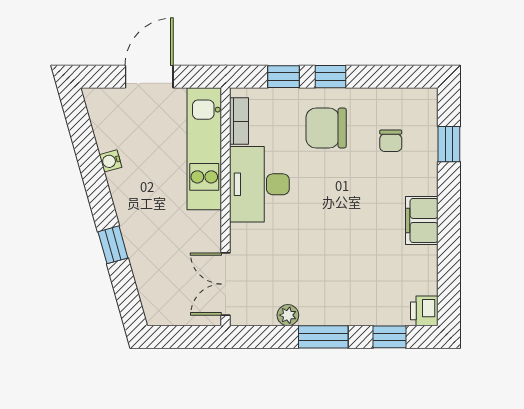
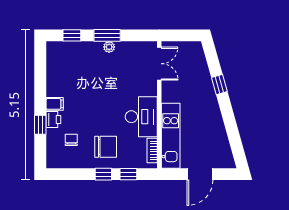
window: (449, 144) -> (40, 125), moved
water cooler: (110, 161) -> (221, 129), removed
filing cabinet: (422, 220) -> (55, 104), width x0.50
printer: (424, 311) -> (53, 119), moved
plant: (288, 315) -> (109, 47), moved

